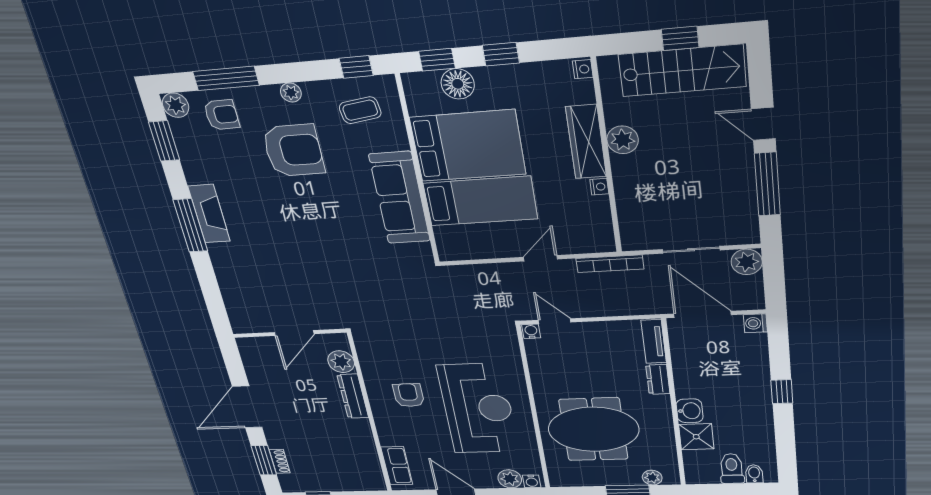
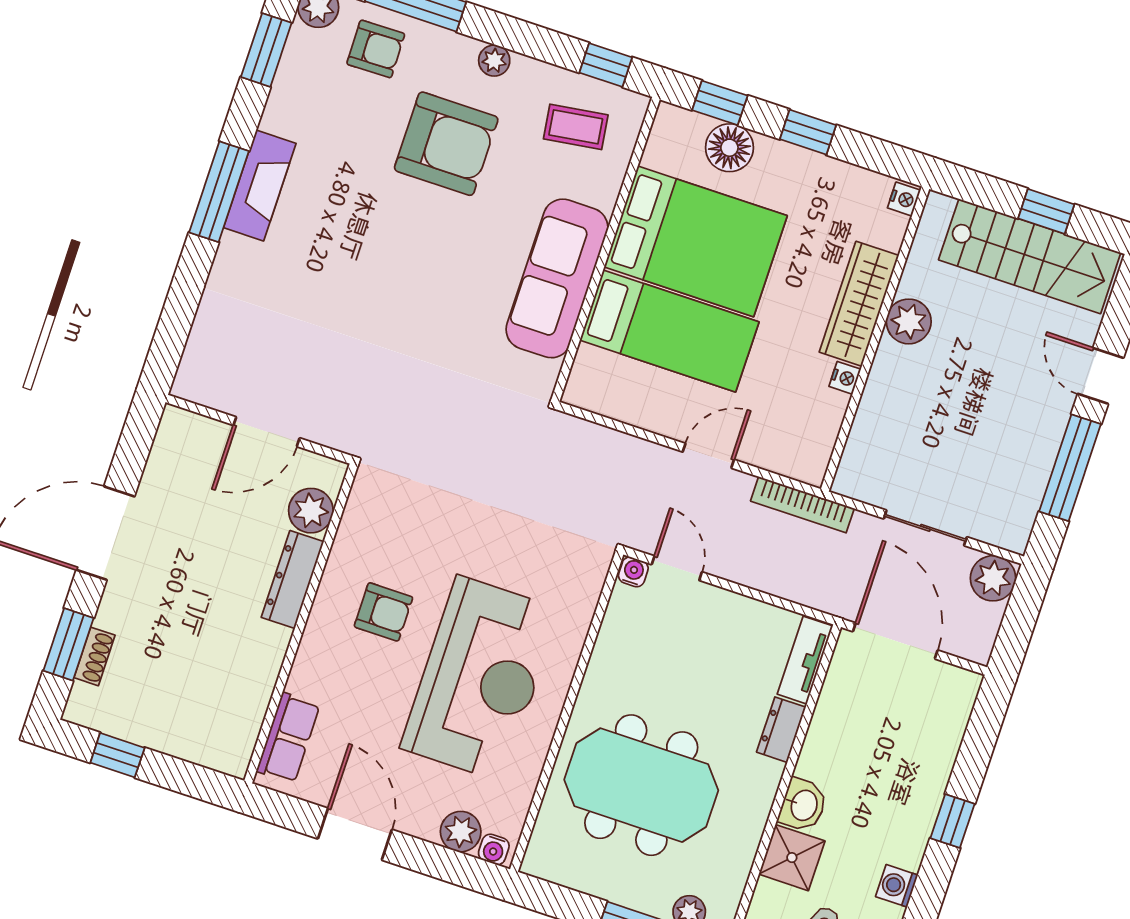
washing machine: (755, 323) -> (897, 886), moved
armchair: (409, 395) -> (383, 612), turned 90

